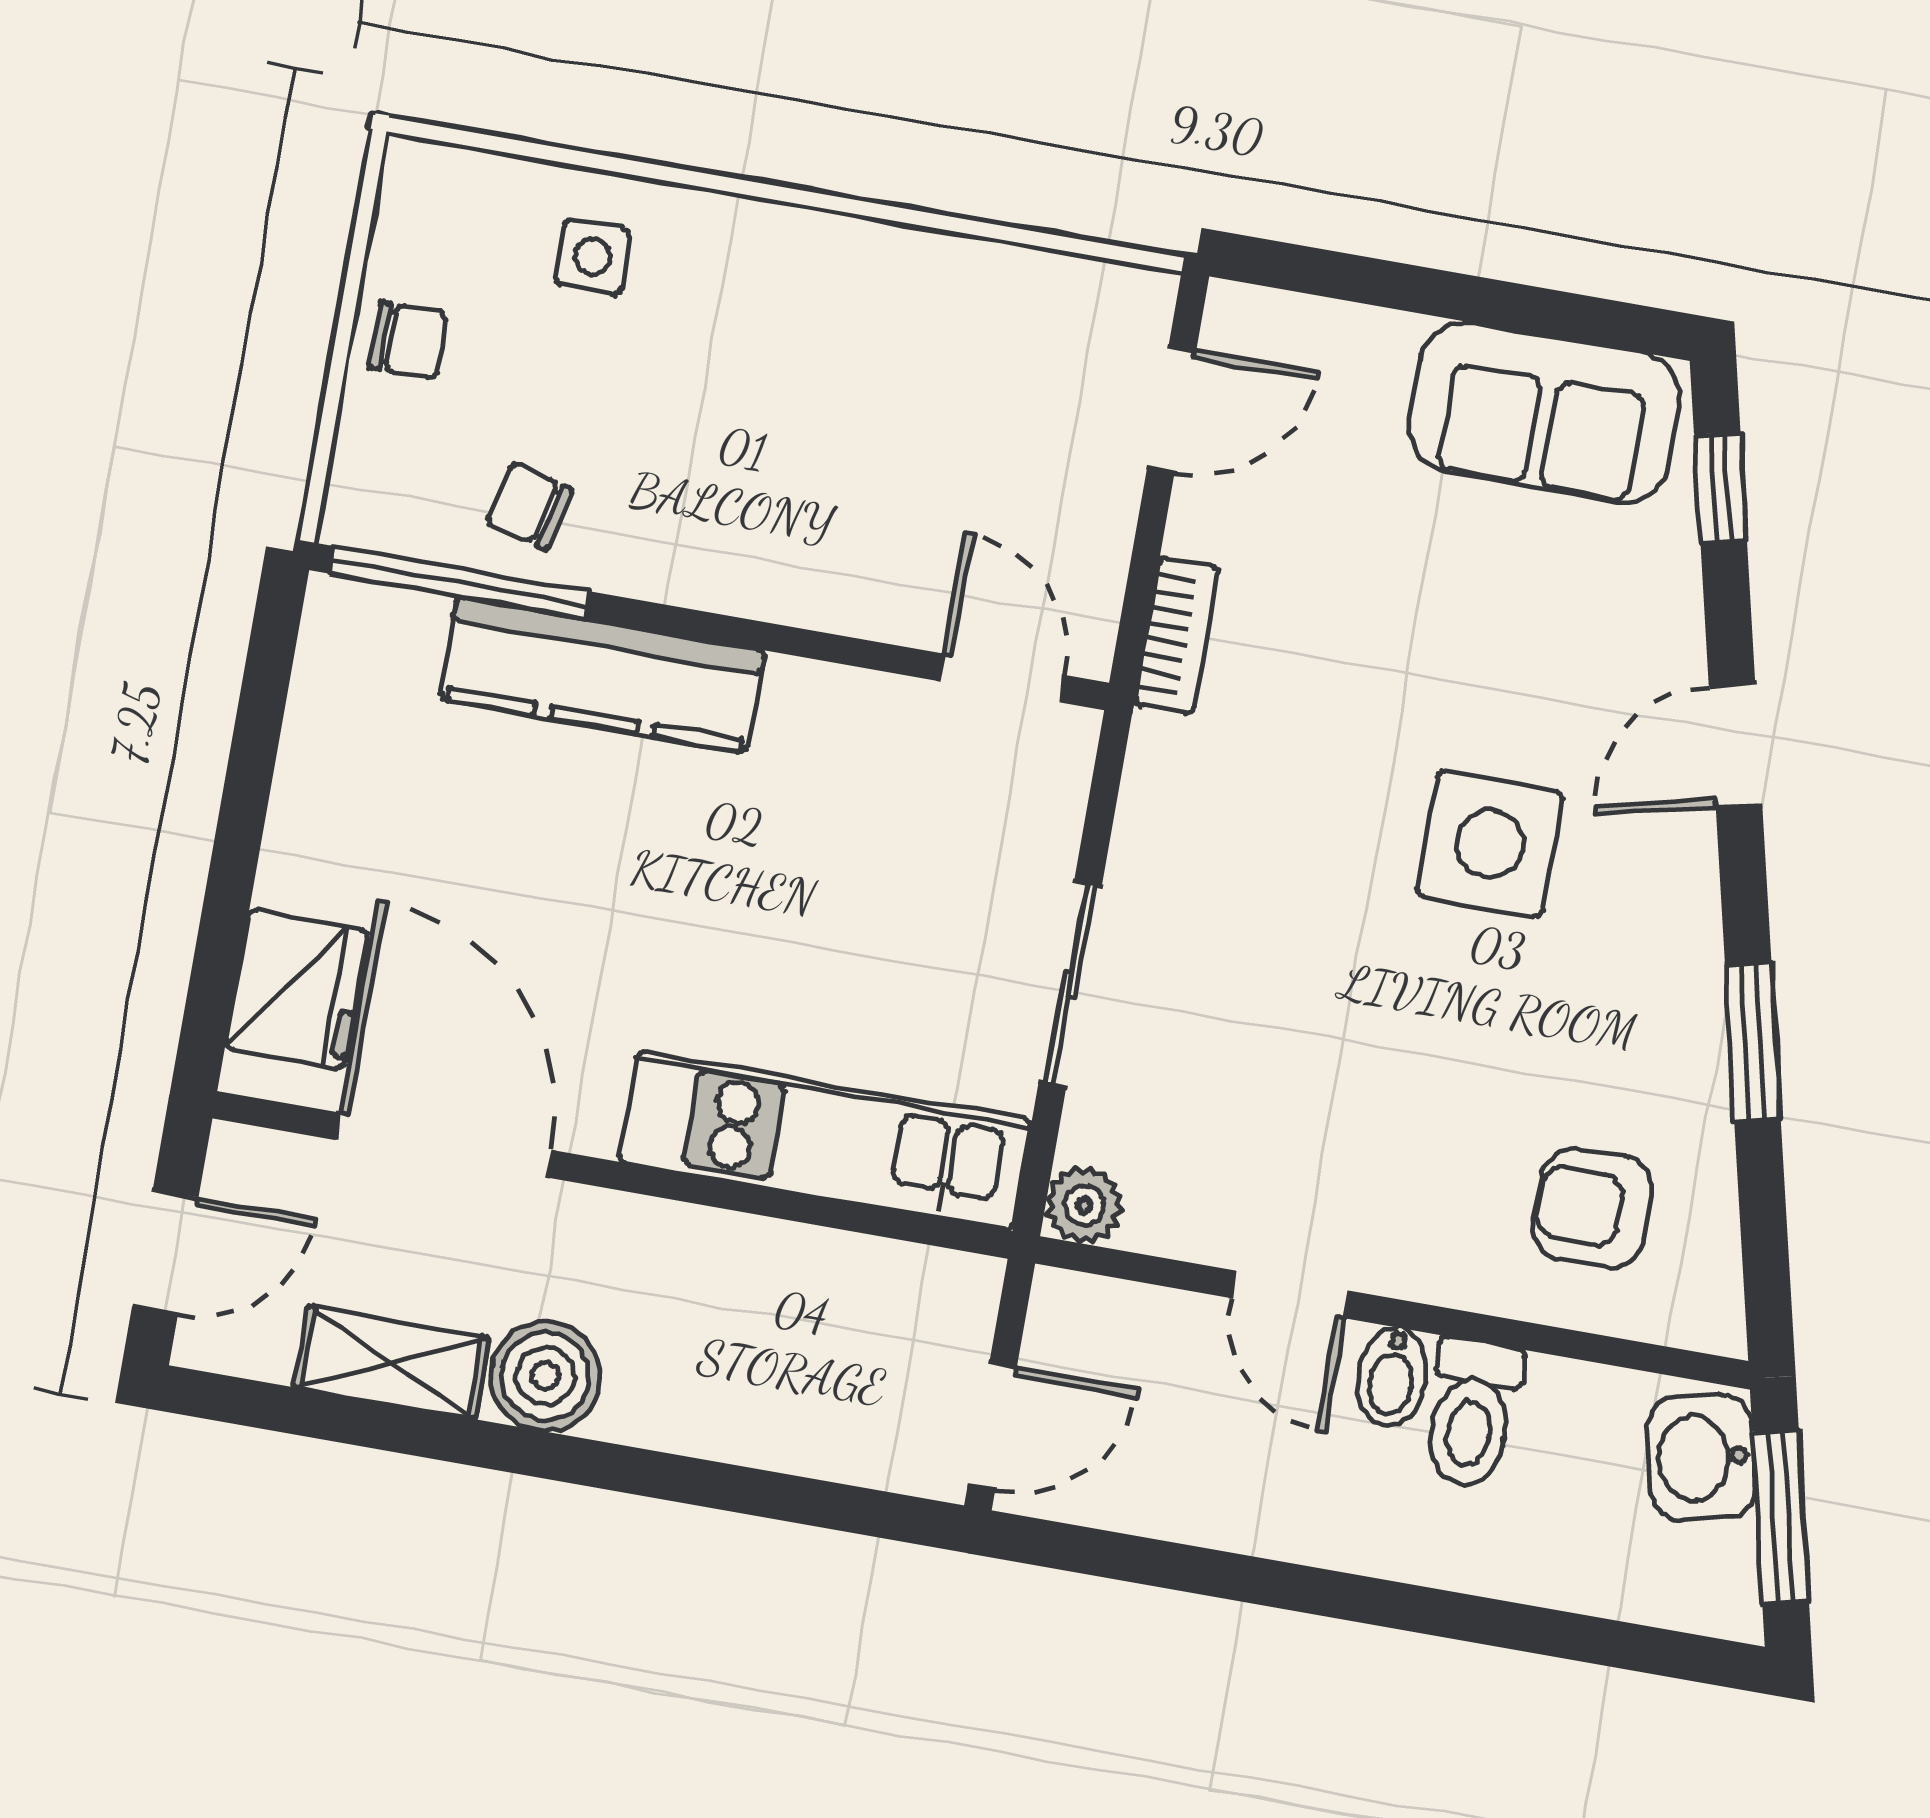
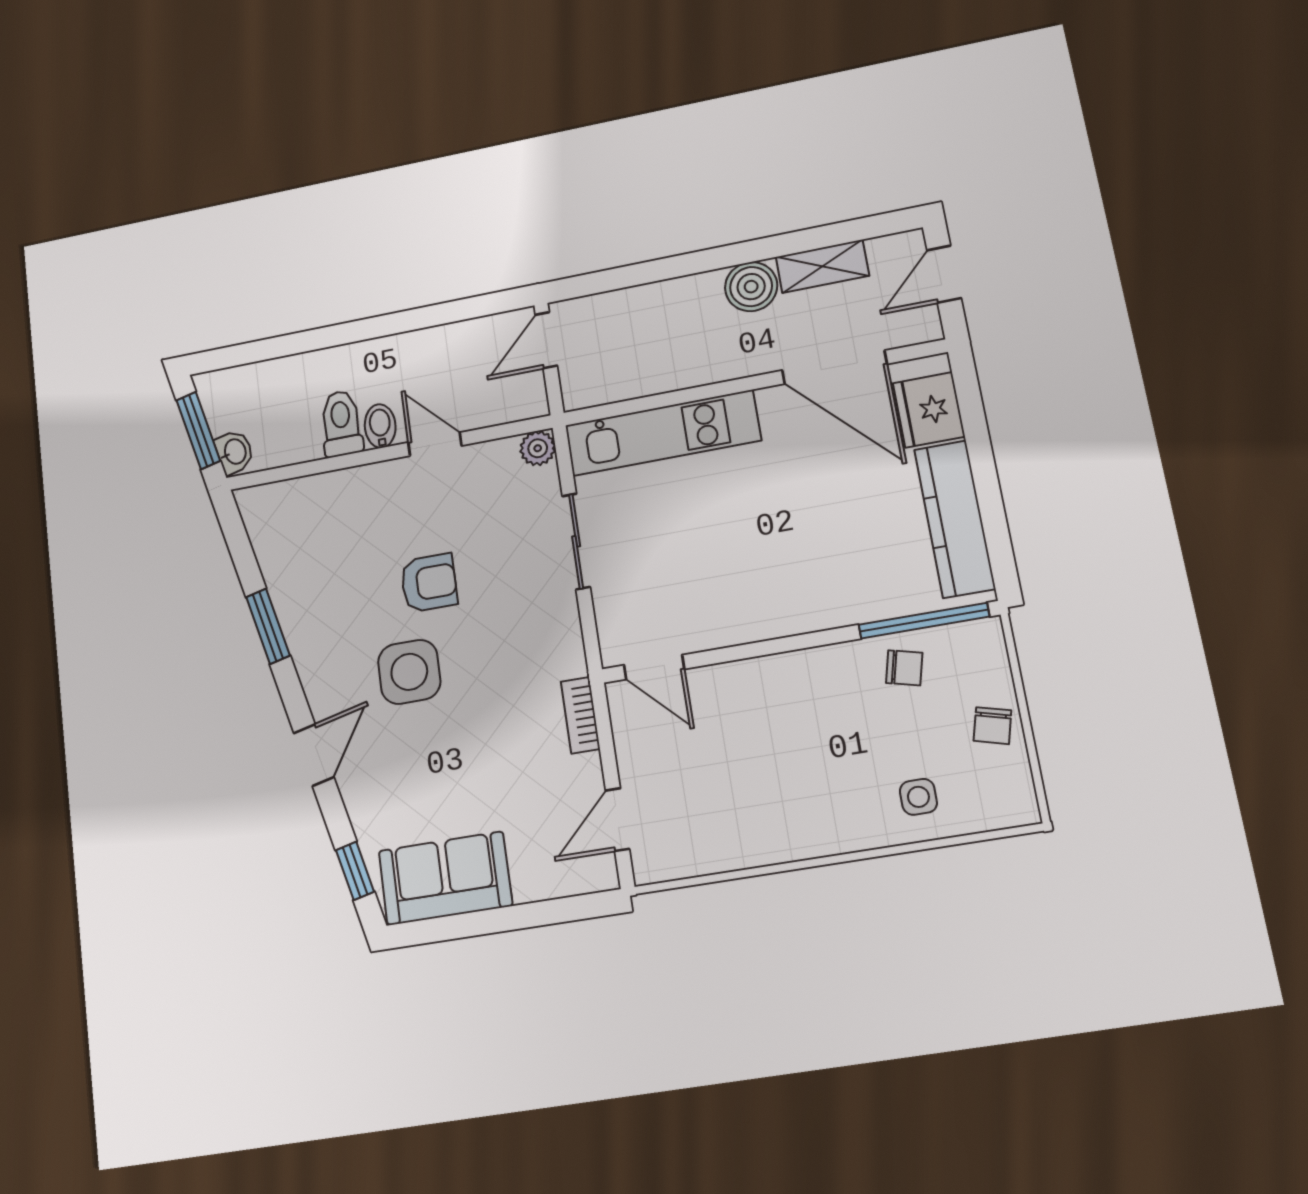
chair: (408, 341) -> (992, 726), turned -75
kitchen counter: (602, 675) -> (955, 519), moved, turned -90
armchair: (1593, 1208) -> (429, 583), moved
washbasin: (1701, 1458) -> (234, 452), width x0.72, depth x0.69

